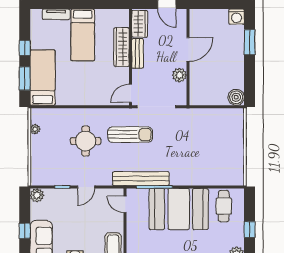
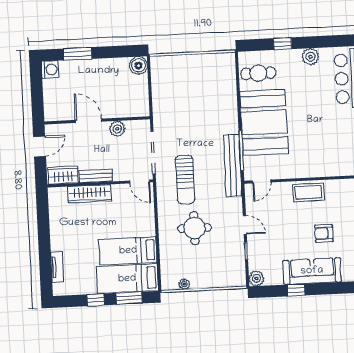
bed: (83, 35) -> (128, 251), moved, turned 180
sun lounger: (130, 135) -> (185, 180), turned 180

